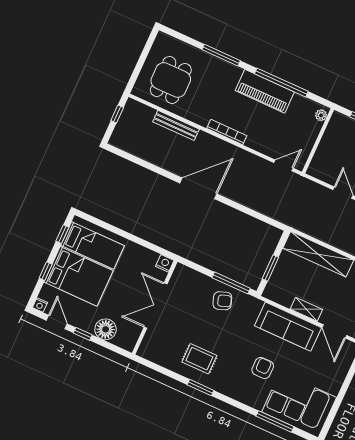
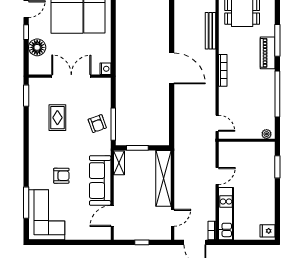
piano: (265, 91) -> (268, 53), moved, width x0.73, depth x0.75
shelving: (306, 309) -> (119, 163), moved
rug: (199, 359) -> (57, 118), moved
window: (200, 388) -> (26, 96), moved

